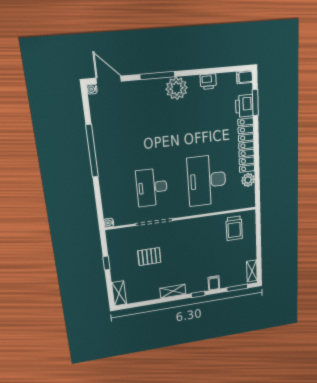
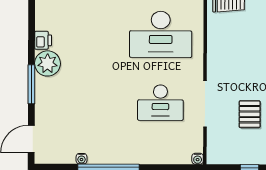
printer: (208, 82) -> (43, 40), moved
water cooler: (92, 89) -> (81, 159), moved

